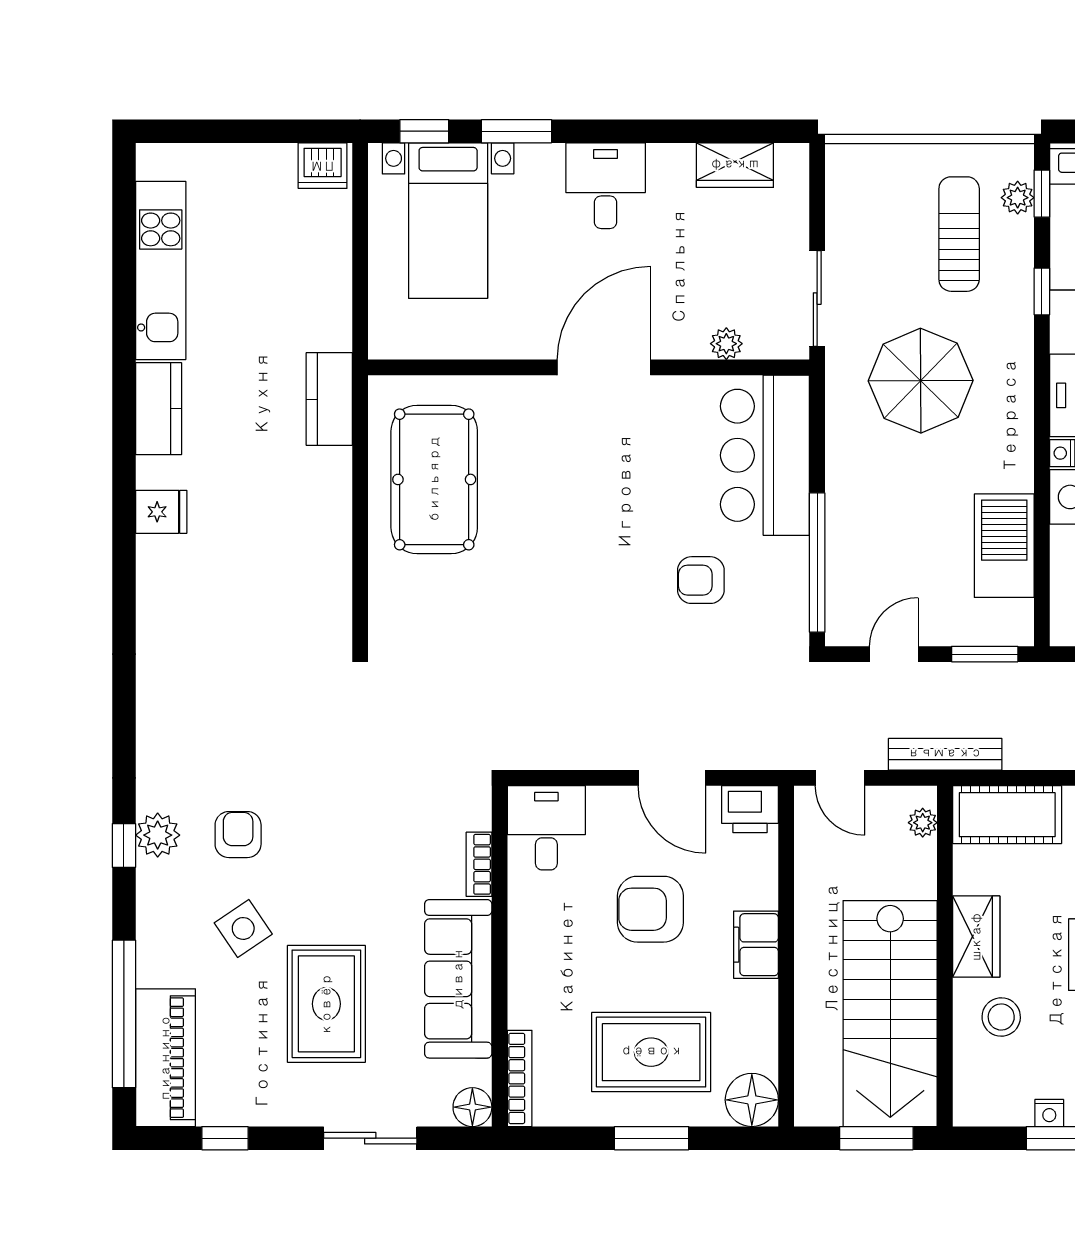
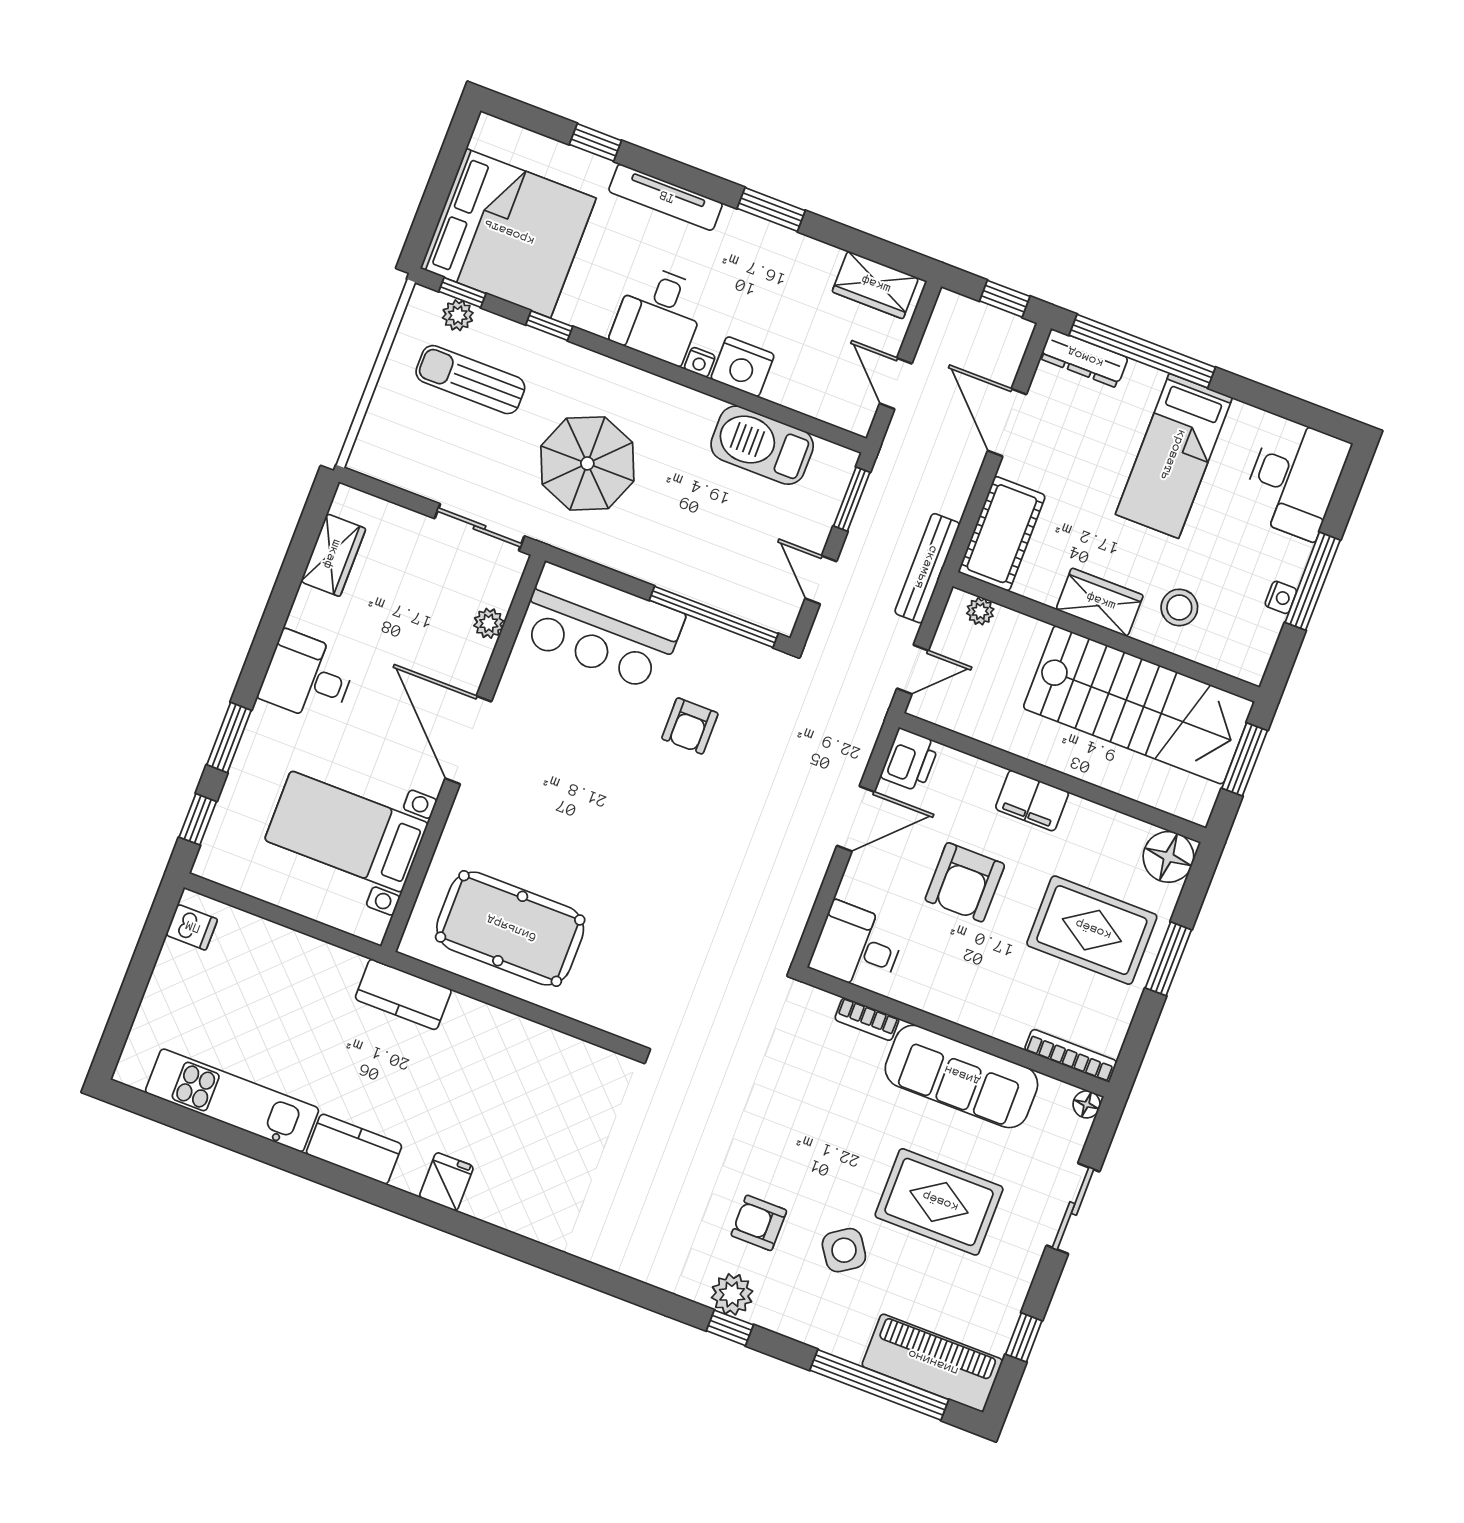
dishwasher: (323, 166) -> (192, 927), width x0.73
bed with nightstands: (448, 221) -> (346, 832), moved, turned 180
rug: (651, 1052) -> (1092, 930), turned 90
floor lamp: (472, 1107) -> (1087, 1104), width x0.73, depth x0.73

